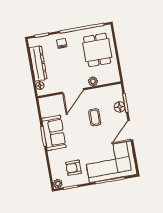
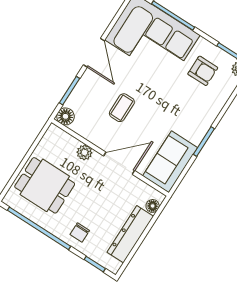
dining table: (97, 50) -> (45, 185), turned 90
floor lamp: (120, 107) -> (65, 116), moved
door: (130, 130) -> (94, 53), hinge flipped
sofa: (54, 133) -> (170, 162), moved

